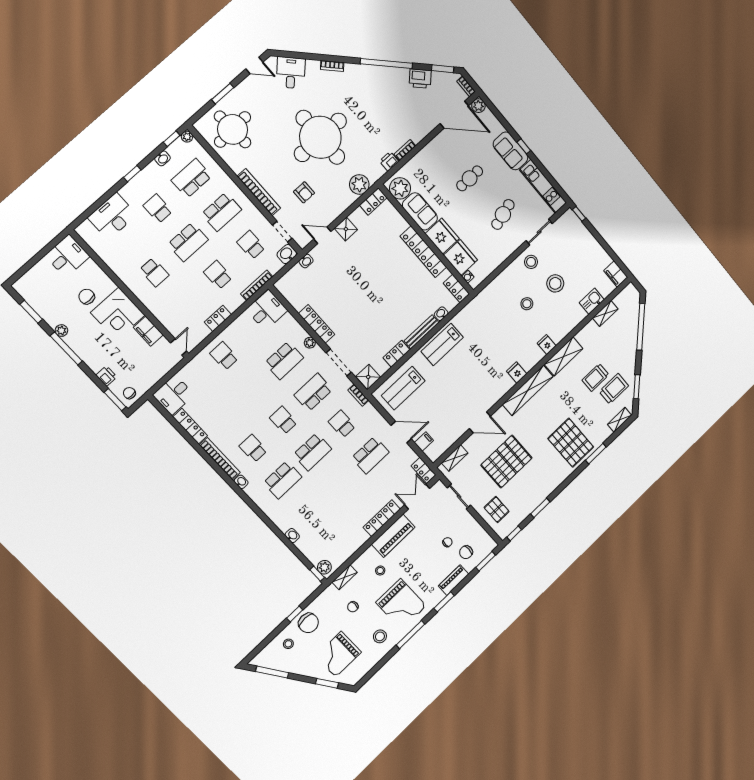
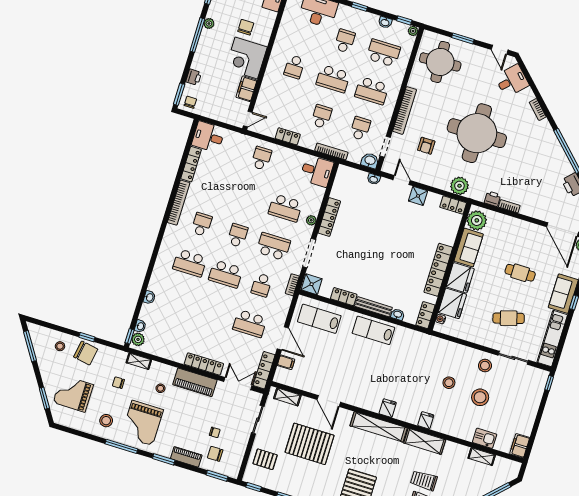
school desk: (342, 424) -> (262, 285), turned 180
locker: (423, 470) -> (264, 370), width x1.53
washbasin: (241, 482) -> (140, 326), moved
pallet: (497, 510) -> (265, 459), turned 90
chair: (308, 623) -> (86, 353), turned -80

